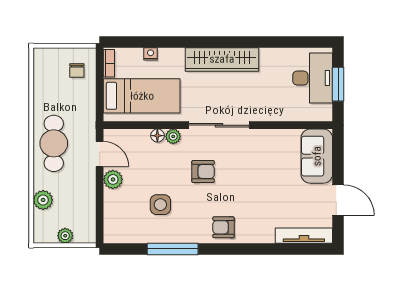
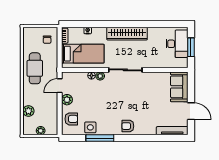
cafe table: (54, 143) -> (35, 68), moved
door: (100, 154) -> (60, 86), swing flipped
armchair: (203, 171) -> (71, 119), moved
side table: (160, 205) -> (90, 127), moved

